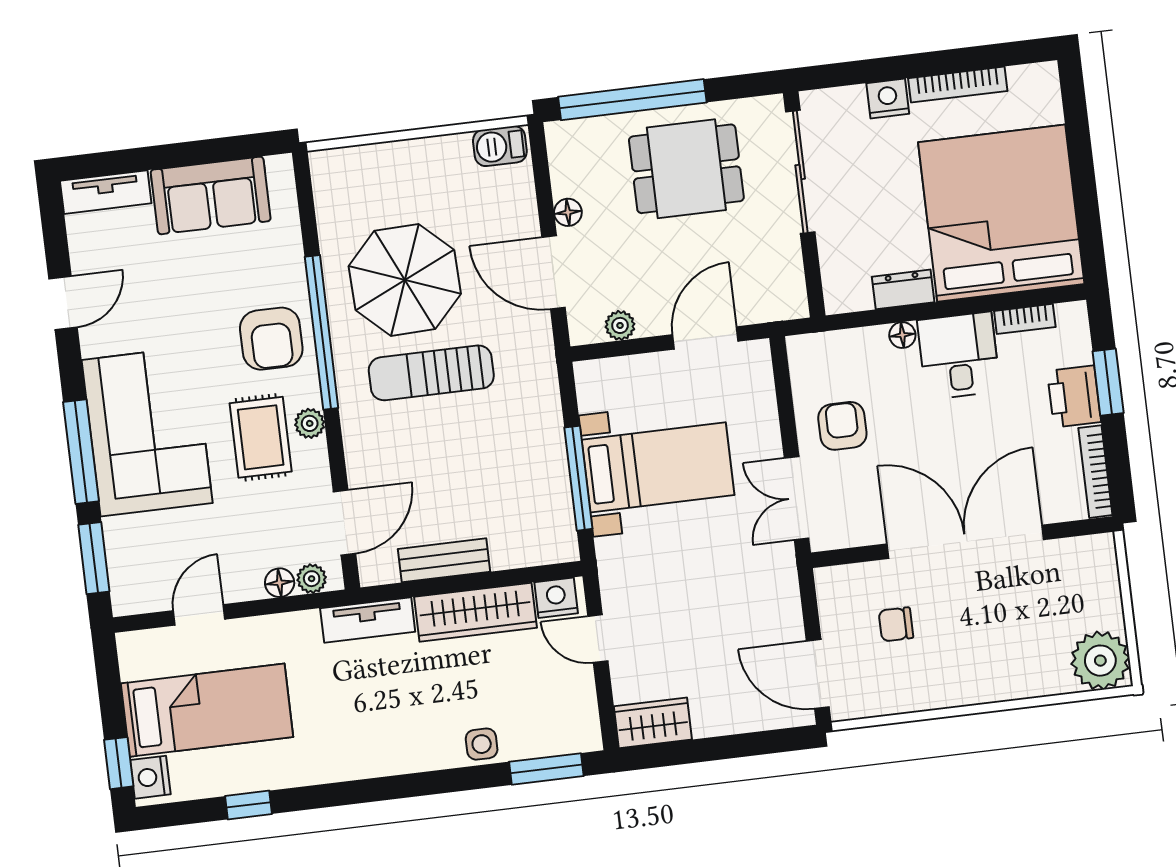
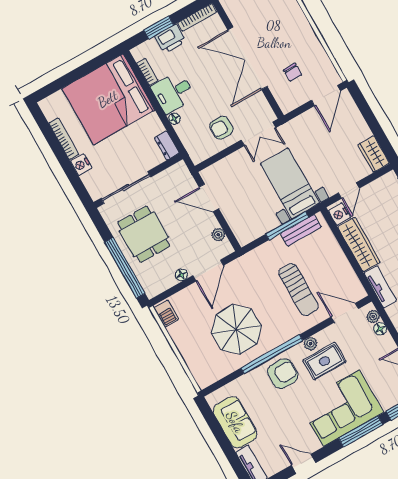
dresser: (903, 289) -> (167, 145), moved
sun lounger: (431, 373) -> (299, 290), moved
bed with nightstands: (658, 467) -> (290, 184), moved
bench: (444, 560) -> (301, 230), moved, turned 90

